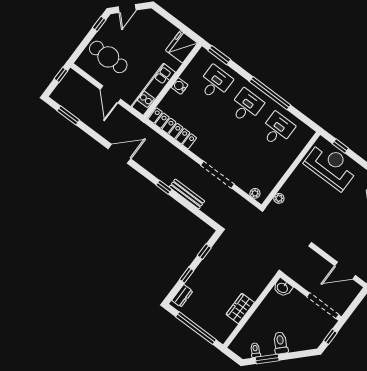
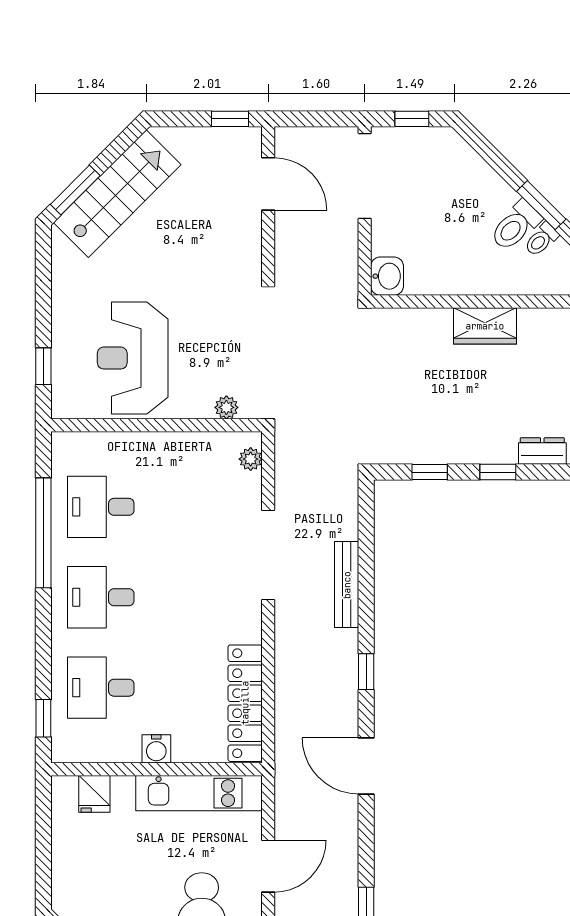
fridge: (182, 47) -> (94, 794), width x0.53, depth x0.75
window: (219, 55) -> (43, 718), width x0.67
window: (270, 93) -> (43, 533), moved
reception desk: (331, 166) -> (133, 358), moved
window: (164, 187) -> (366, 672), moved
toilet: (281, 343) -> (516, 226), moved

